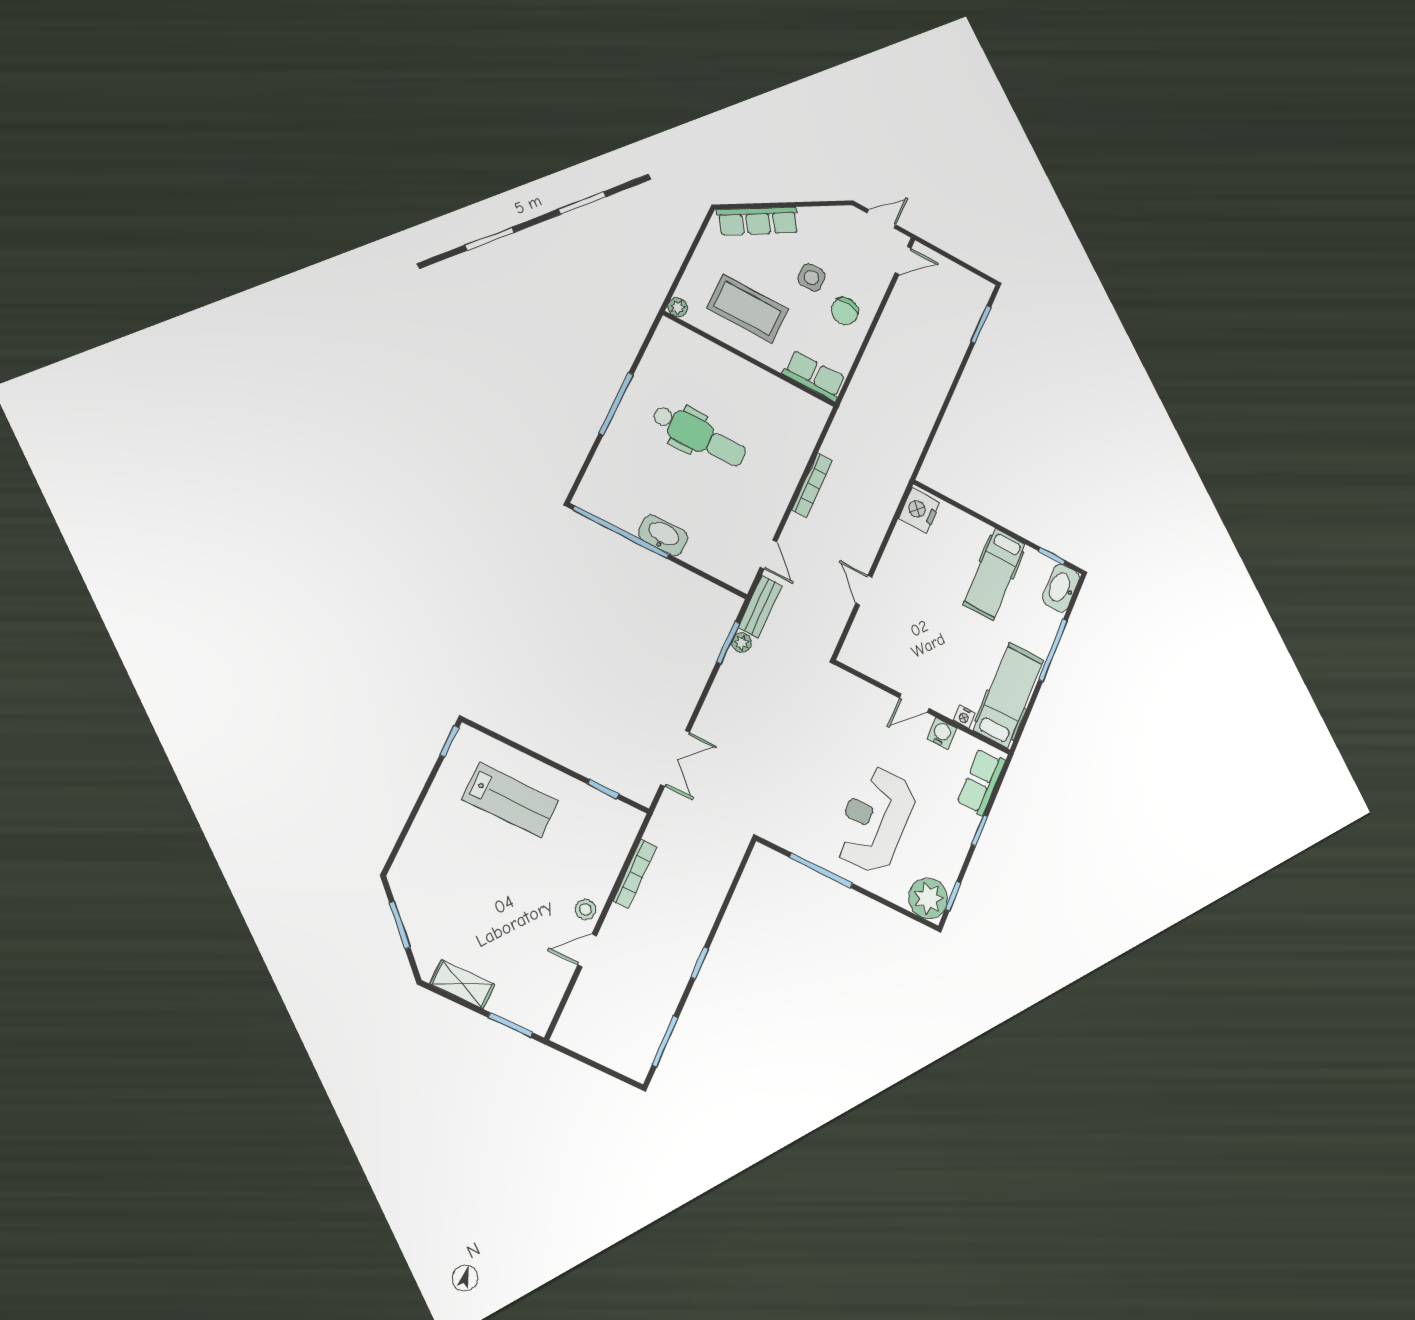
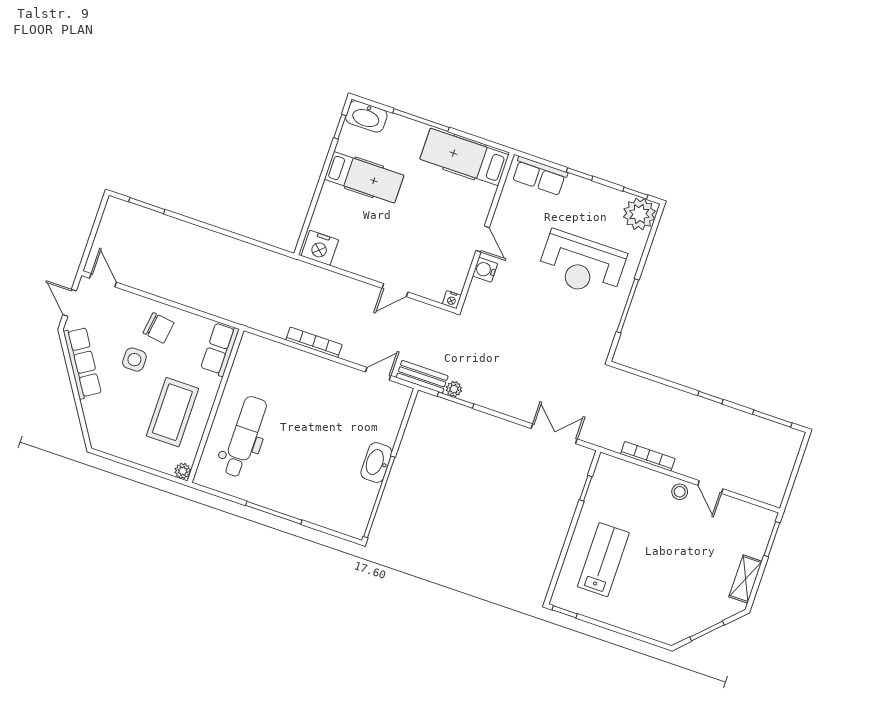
row of seats: (758, 221) -> (82, 363), moved
dental chair: (699, 436) -> (244, 437), moved
nightstand: (964, 717) -> (452, 300), moved, turned 90
water cooler: (942, 733) -> (485, 270), moved

